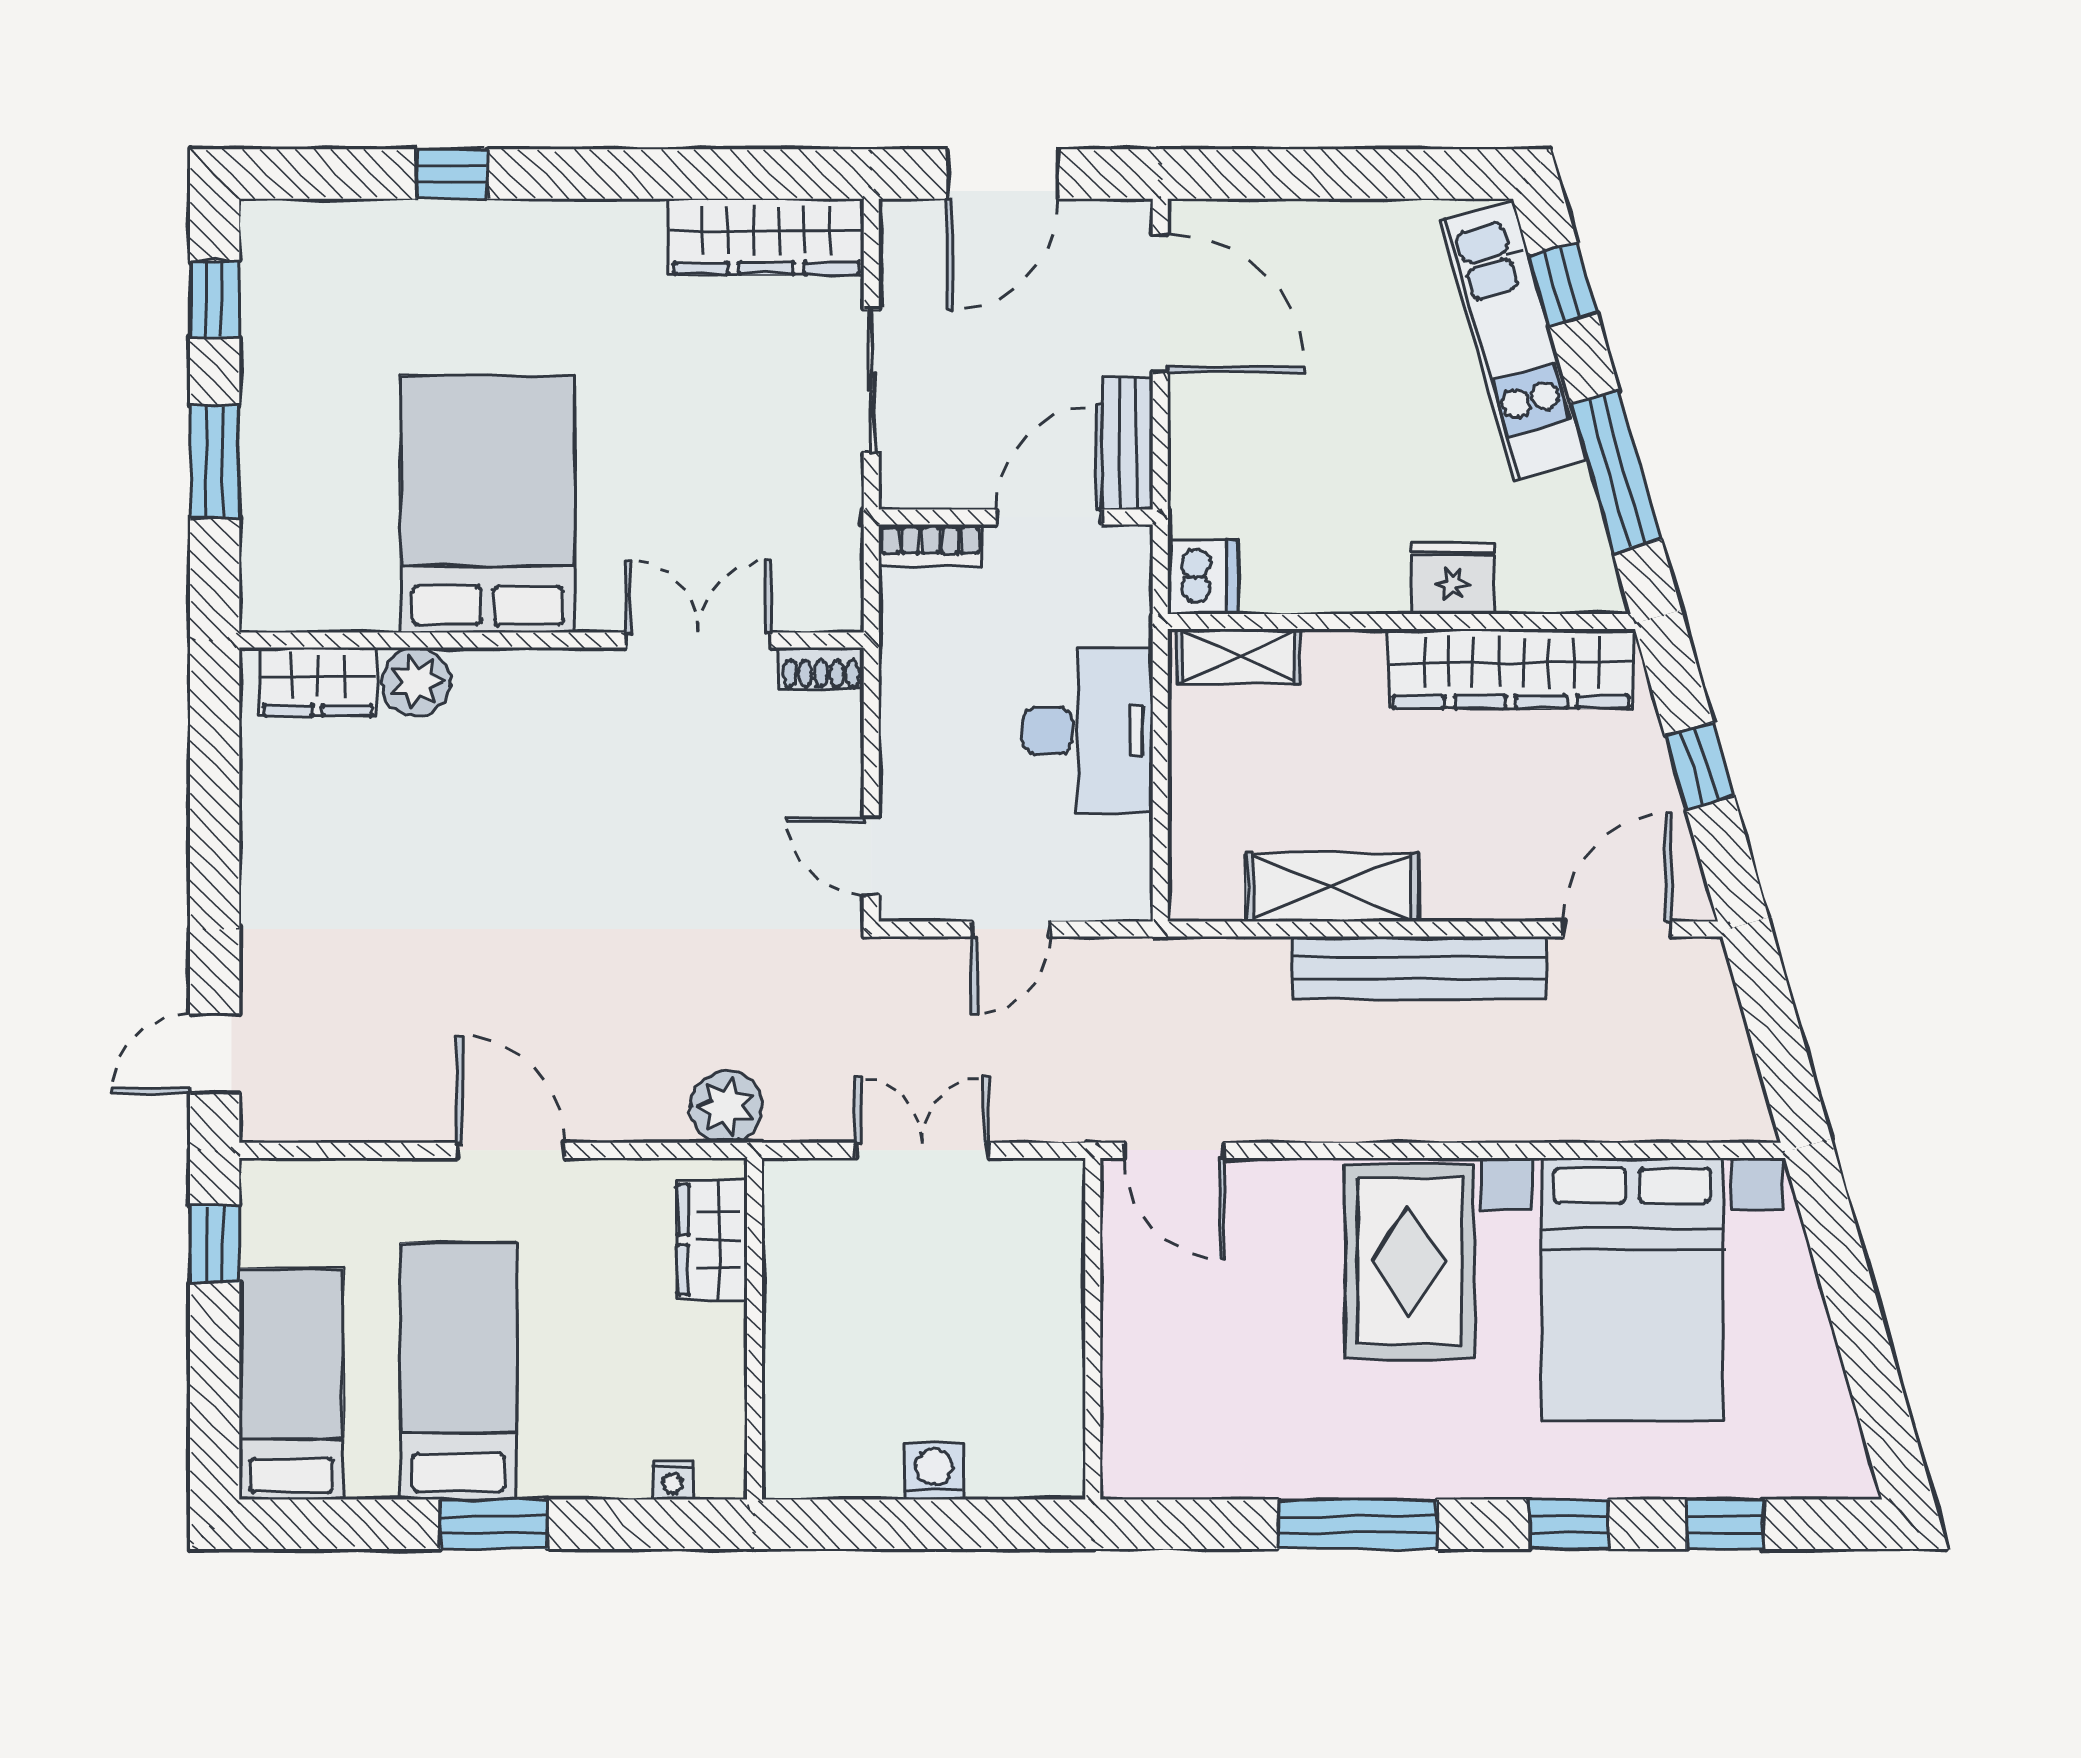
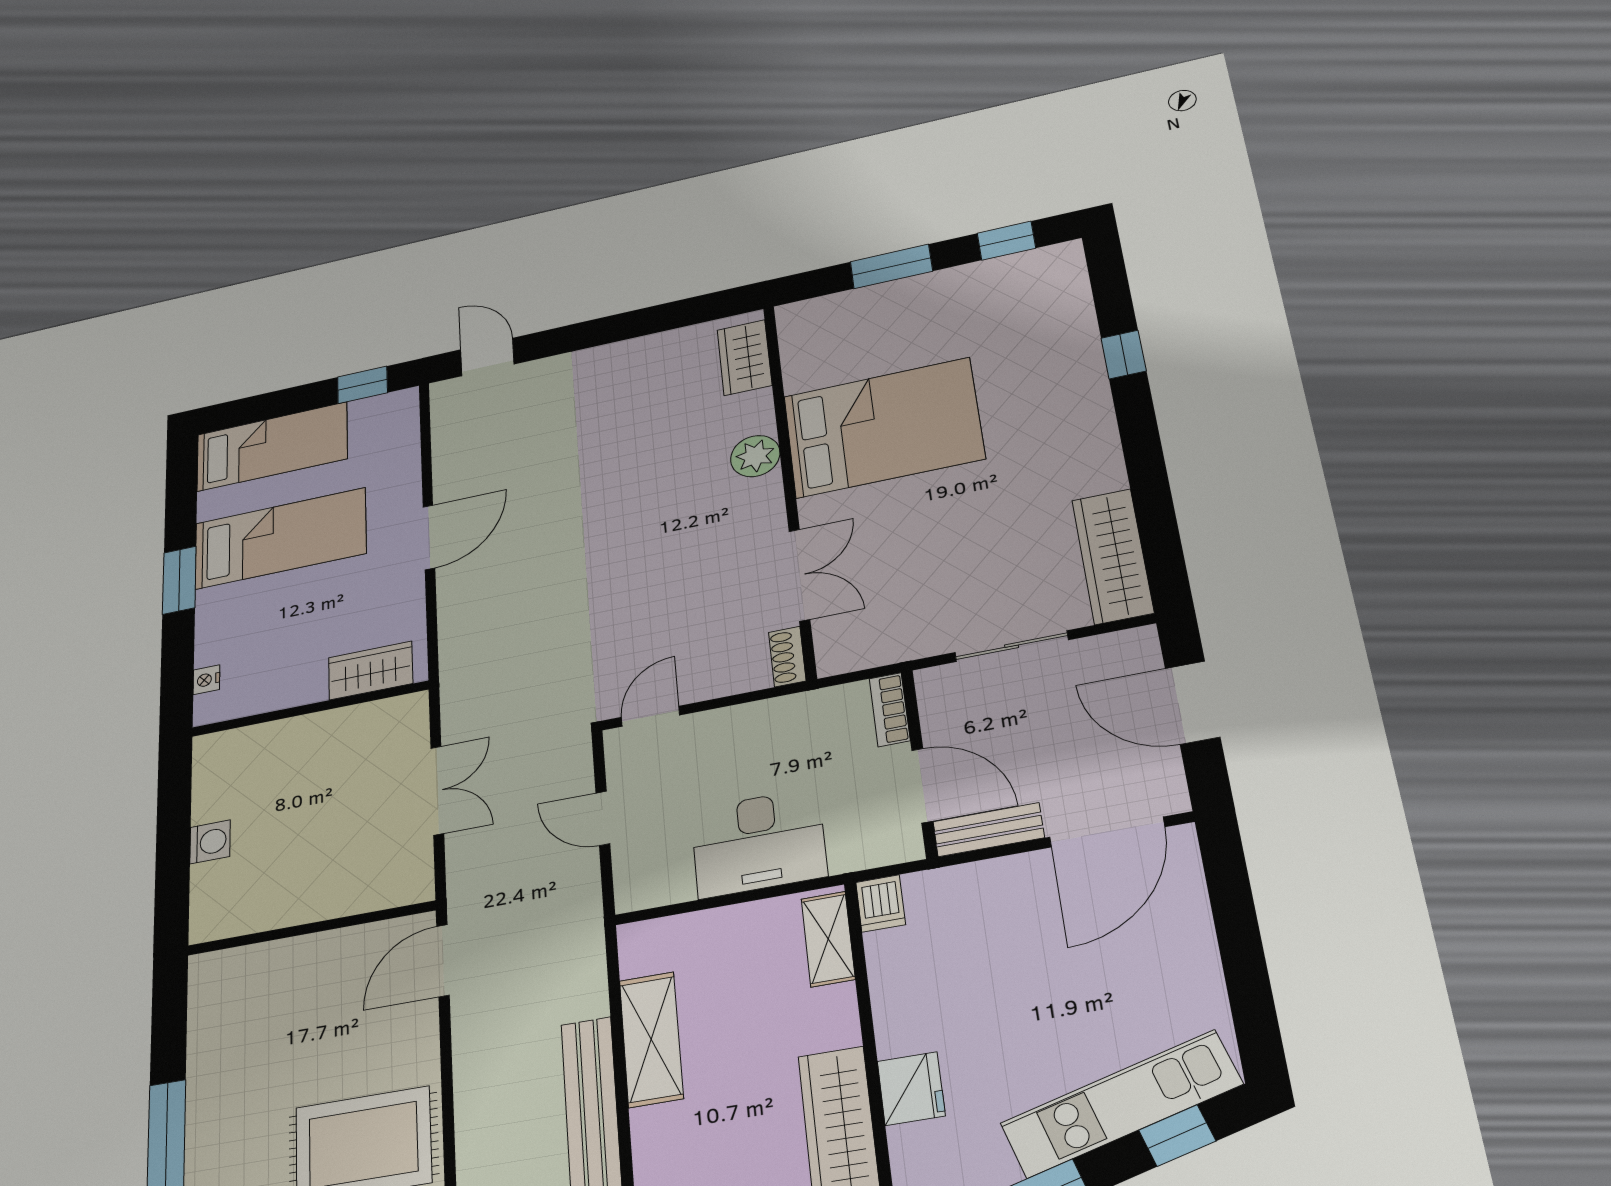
dishwasher: (1203, 577) -> (881, 903), width x0.73
plant: (416, 682) -> (755, 456), moved
plant: (726, 1107) -> (464, 660), removed

